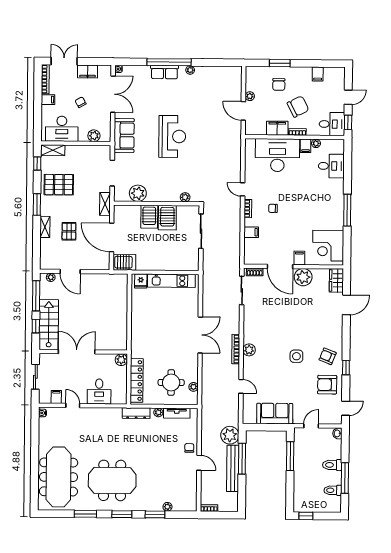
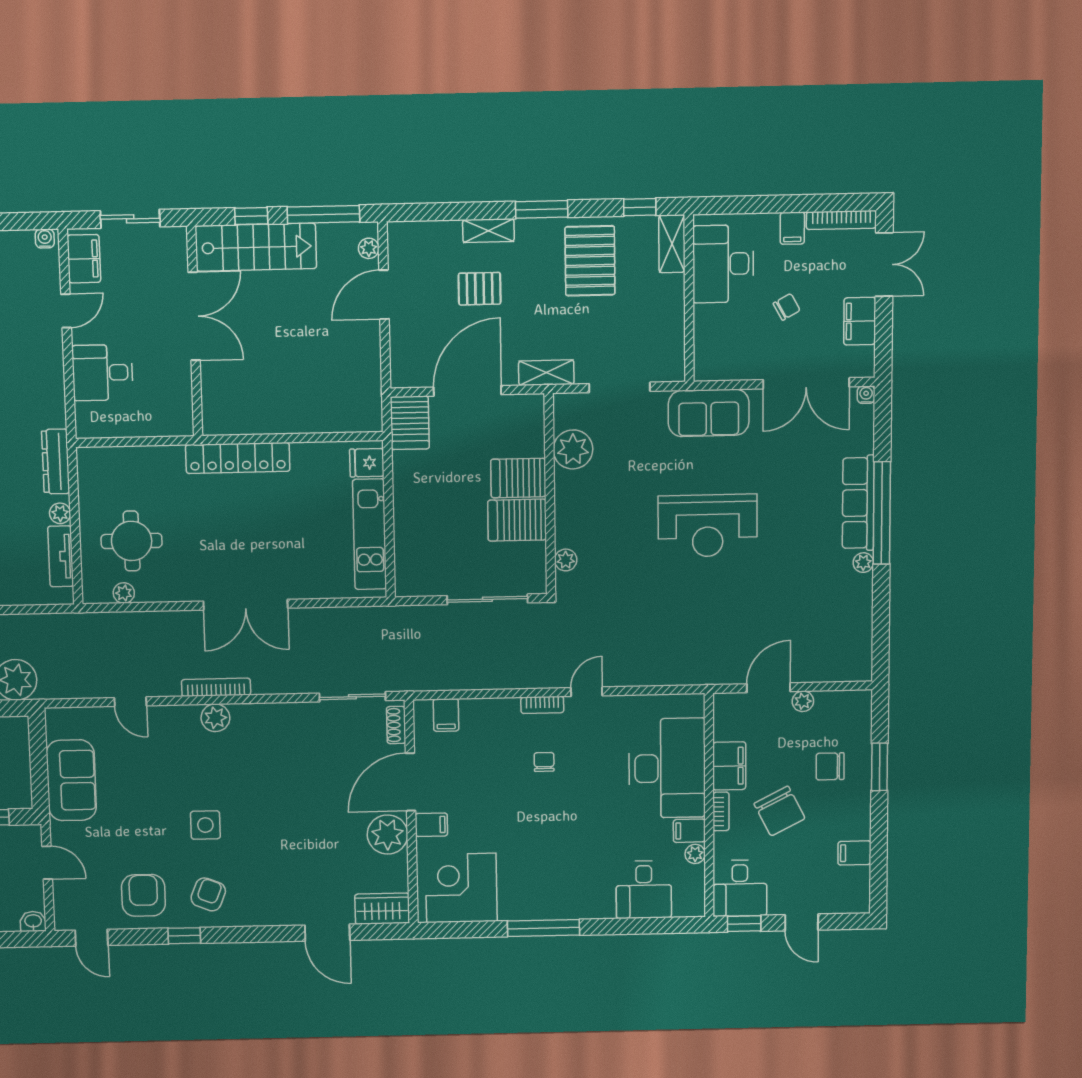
row of seats: (164, 72) -> (858, 503), width x1.48
plant: (94, 136) -> (707, 341), removed
filing cabinet: (251, 232) -> (446, 715), moved
plant: (121, 360) -> (180, 423), removed
locker: (137, 380) -> (238, 458), moved
door: (241, 386) -> (130, 702), hinge flipped
filing cabinet: (56, 397) -> (84, 259), width x2.00

